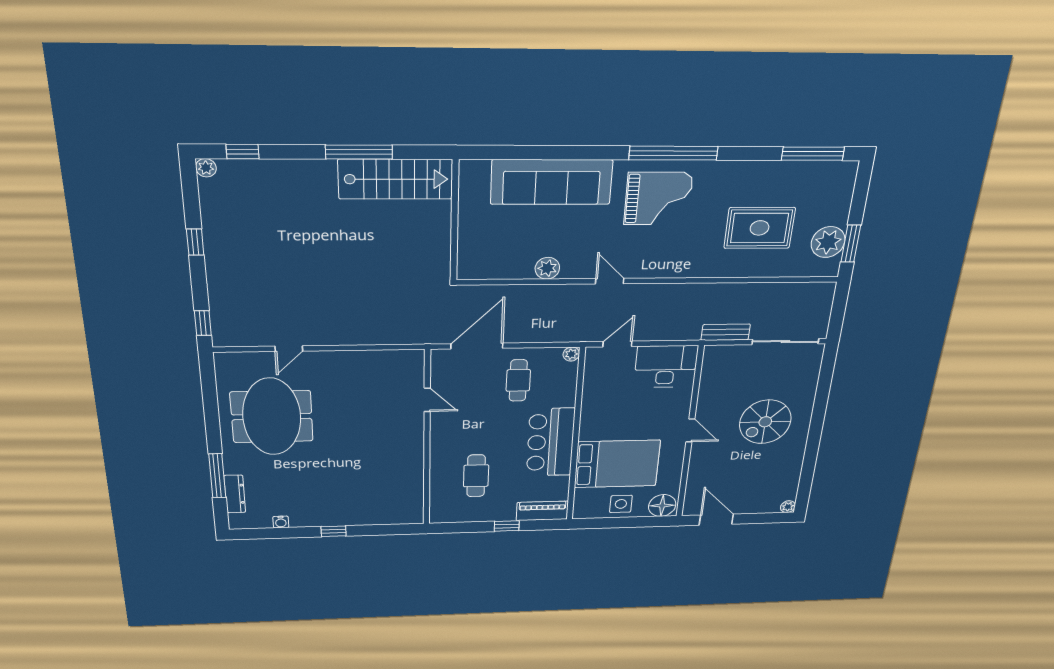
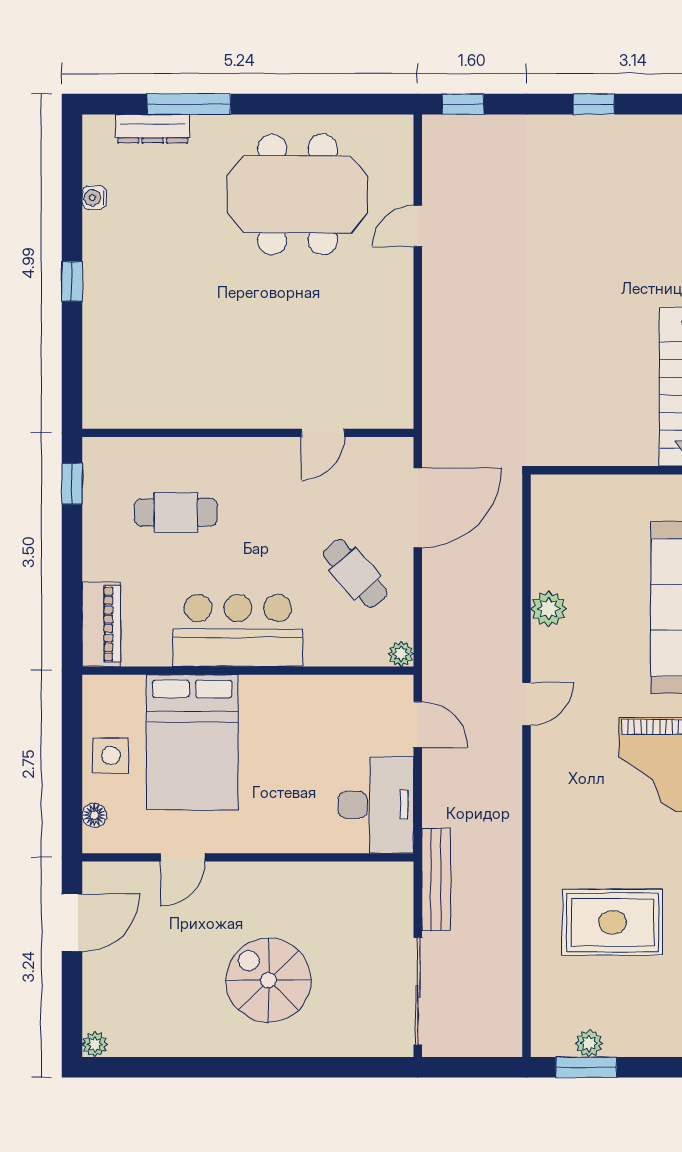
rug: (760, 228) -> (613, 922), turned 90
plant: (828, 242) -> (589, 1043), width x0.53, depth x0.53
bench: (726, 332) -> (436, 879), width x1.36
door: (477, 346) -> (418, 508), hinge flipped
door: (289, 349) -> (418, 226), hinge flipped
cafe table: (518, 380) -> (355, 573), turned 49
door: (690, 430) -> (183, 857), moved
floor lamp: (662, 505) -> (94, 815), width x0.53, depth x0.53
window: (507, 526) -> (72, 484), moved

